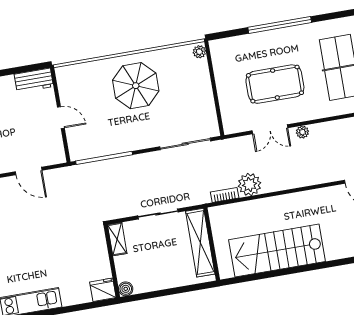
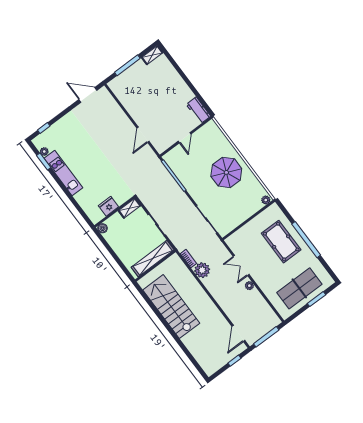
pool table: (275, 84) -> (281, 242), moved
fridge: (103, 290) -> (108, 206), moved, turned -90

